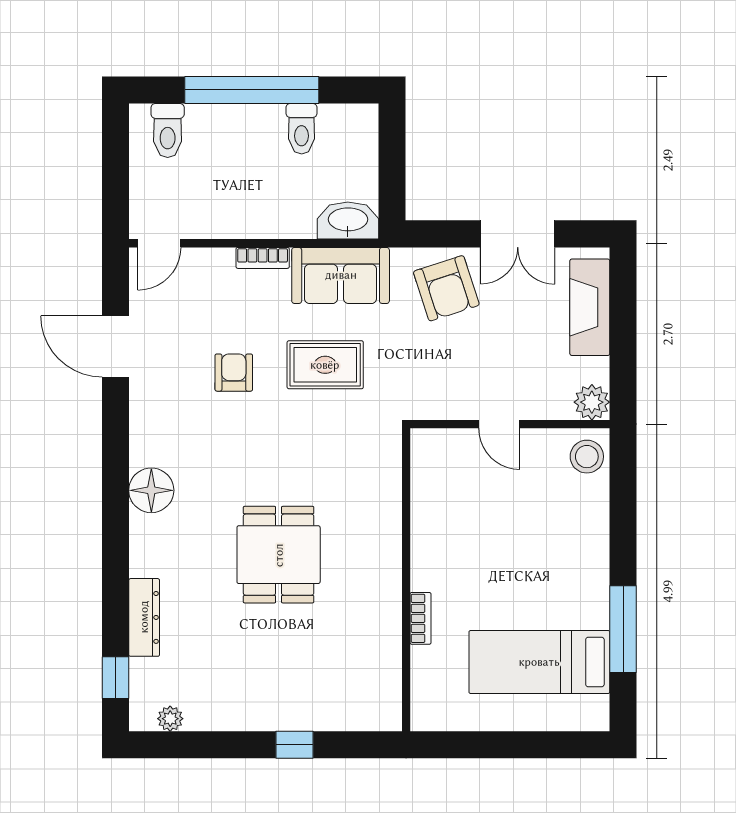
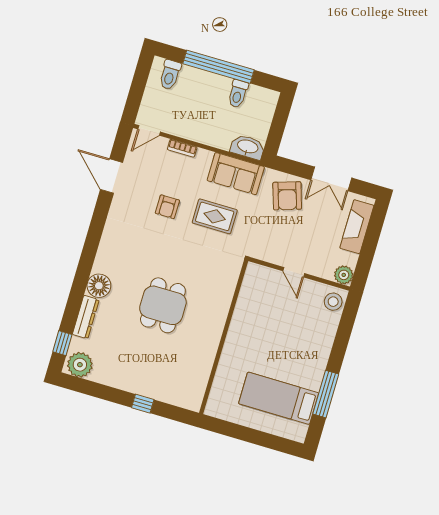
bookcase: (263, 258) -> (182, 148), moved
armchair: (234, 373) -> (167, 207), turned 180
floor lamp: (151, 490) -> (99, 286), moved
bookcase: (421, 618) -> (225, 359), removed
plant: (170, 719) -> (80, 365), width x1.88, depth x1.88

